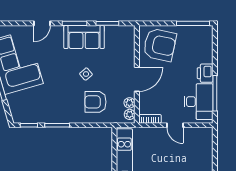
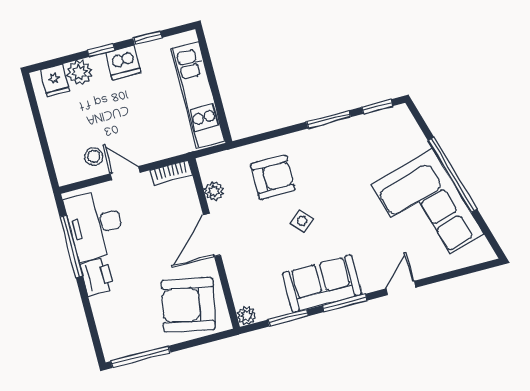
plant: (130, 114) -> (247, 316), moved
stool: (190, 139) -> (94, 156), added

